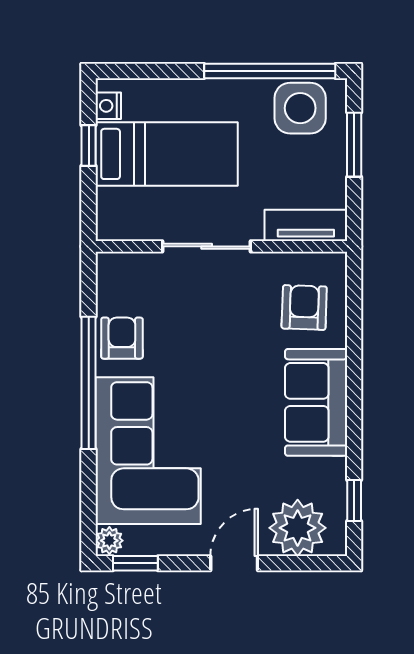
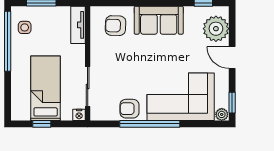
nightstand: (108, 106) -> (79, 115), moved
side table: (300, 108) -> (25, 27), width x0.54, depth x0.54
sliding door: (207, 246) -> (88, 86), moved

